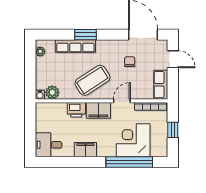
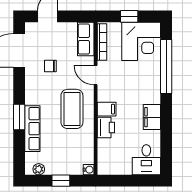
window: (30, 71) -> (61, 181), added
coffee table: (92, 80) -> (72, 109), turned 33
row of seats: (161, 85) -> (86, 39), moved, turned 90
plant: (52, 92) -> (86, 155), removed
filing cabinet: (98, 110) -> (107, 109), width x0.50
corner desk: (133, 140) -> (141, 41), moved, turned -90

